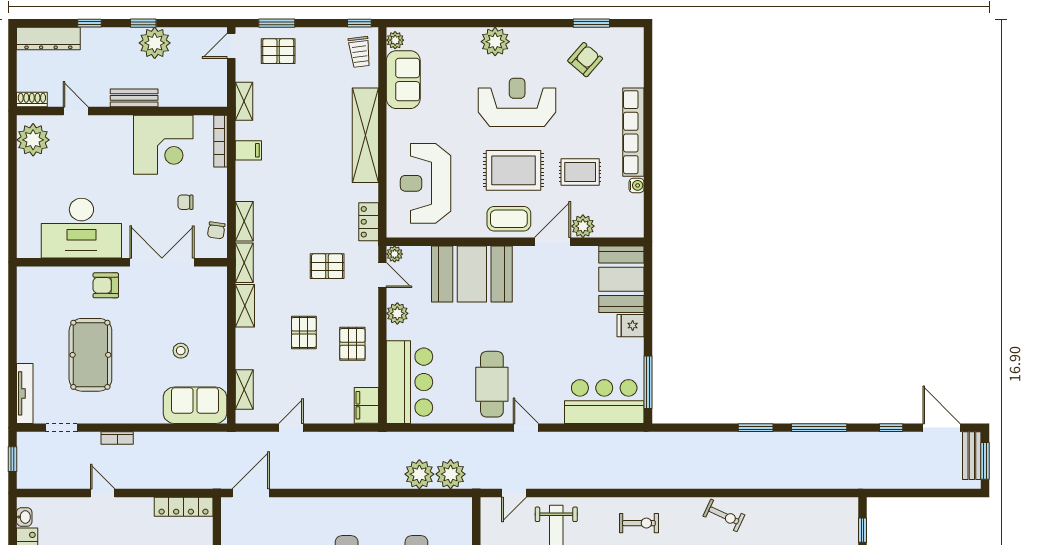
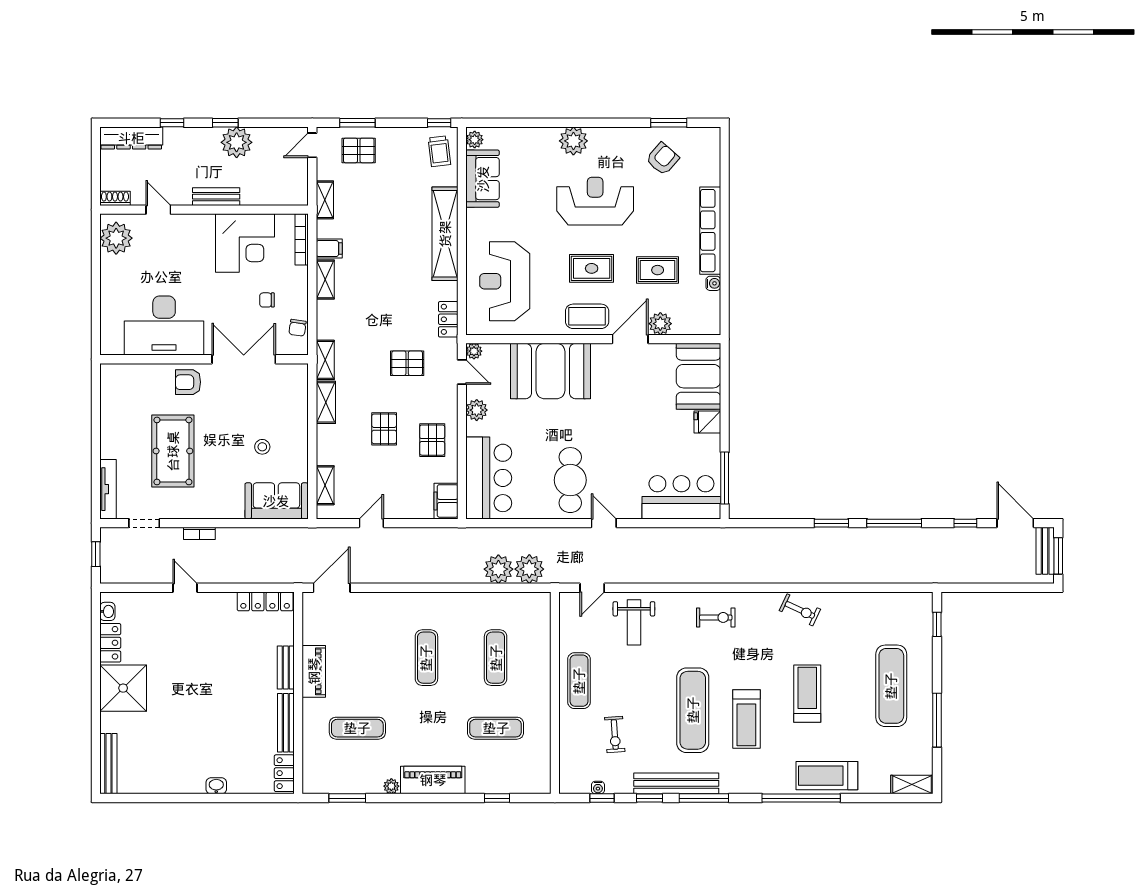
rug: (513, 170) -> (592, 268), width x0.73, depth x0.70
shelving: (244, 221) -> (325, 280), moved

